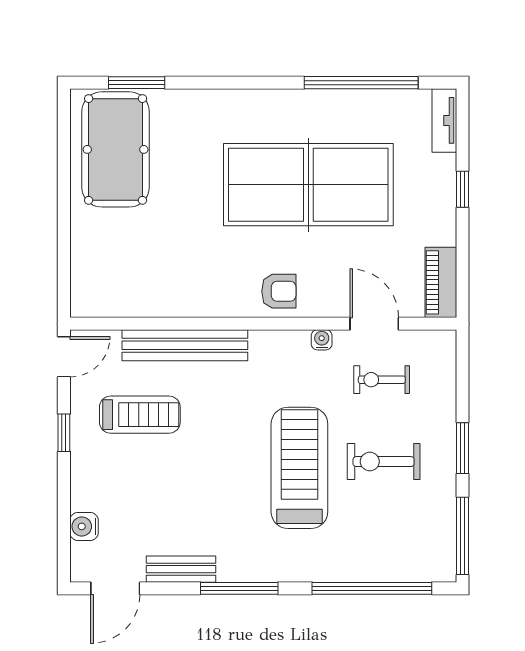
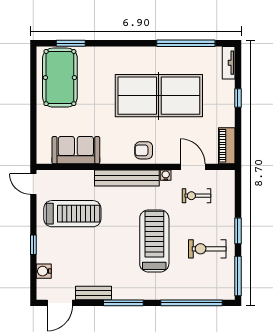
sofa: (147, 291) -> (76, 150), added
armchair: (279, 291) -> (144, 150), turned 180
bench: (185, 345) -> (127, 178), moved
door: (64, 357) -> (33, 184), swing flipped
treadmill: (140, 415) -> (72, 214), width x1.37, depth x1.38
window: (64, 433) -> (33, 245), moved
exercise bike: (384, 462) -> (207, 249), moved

